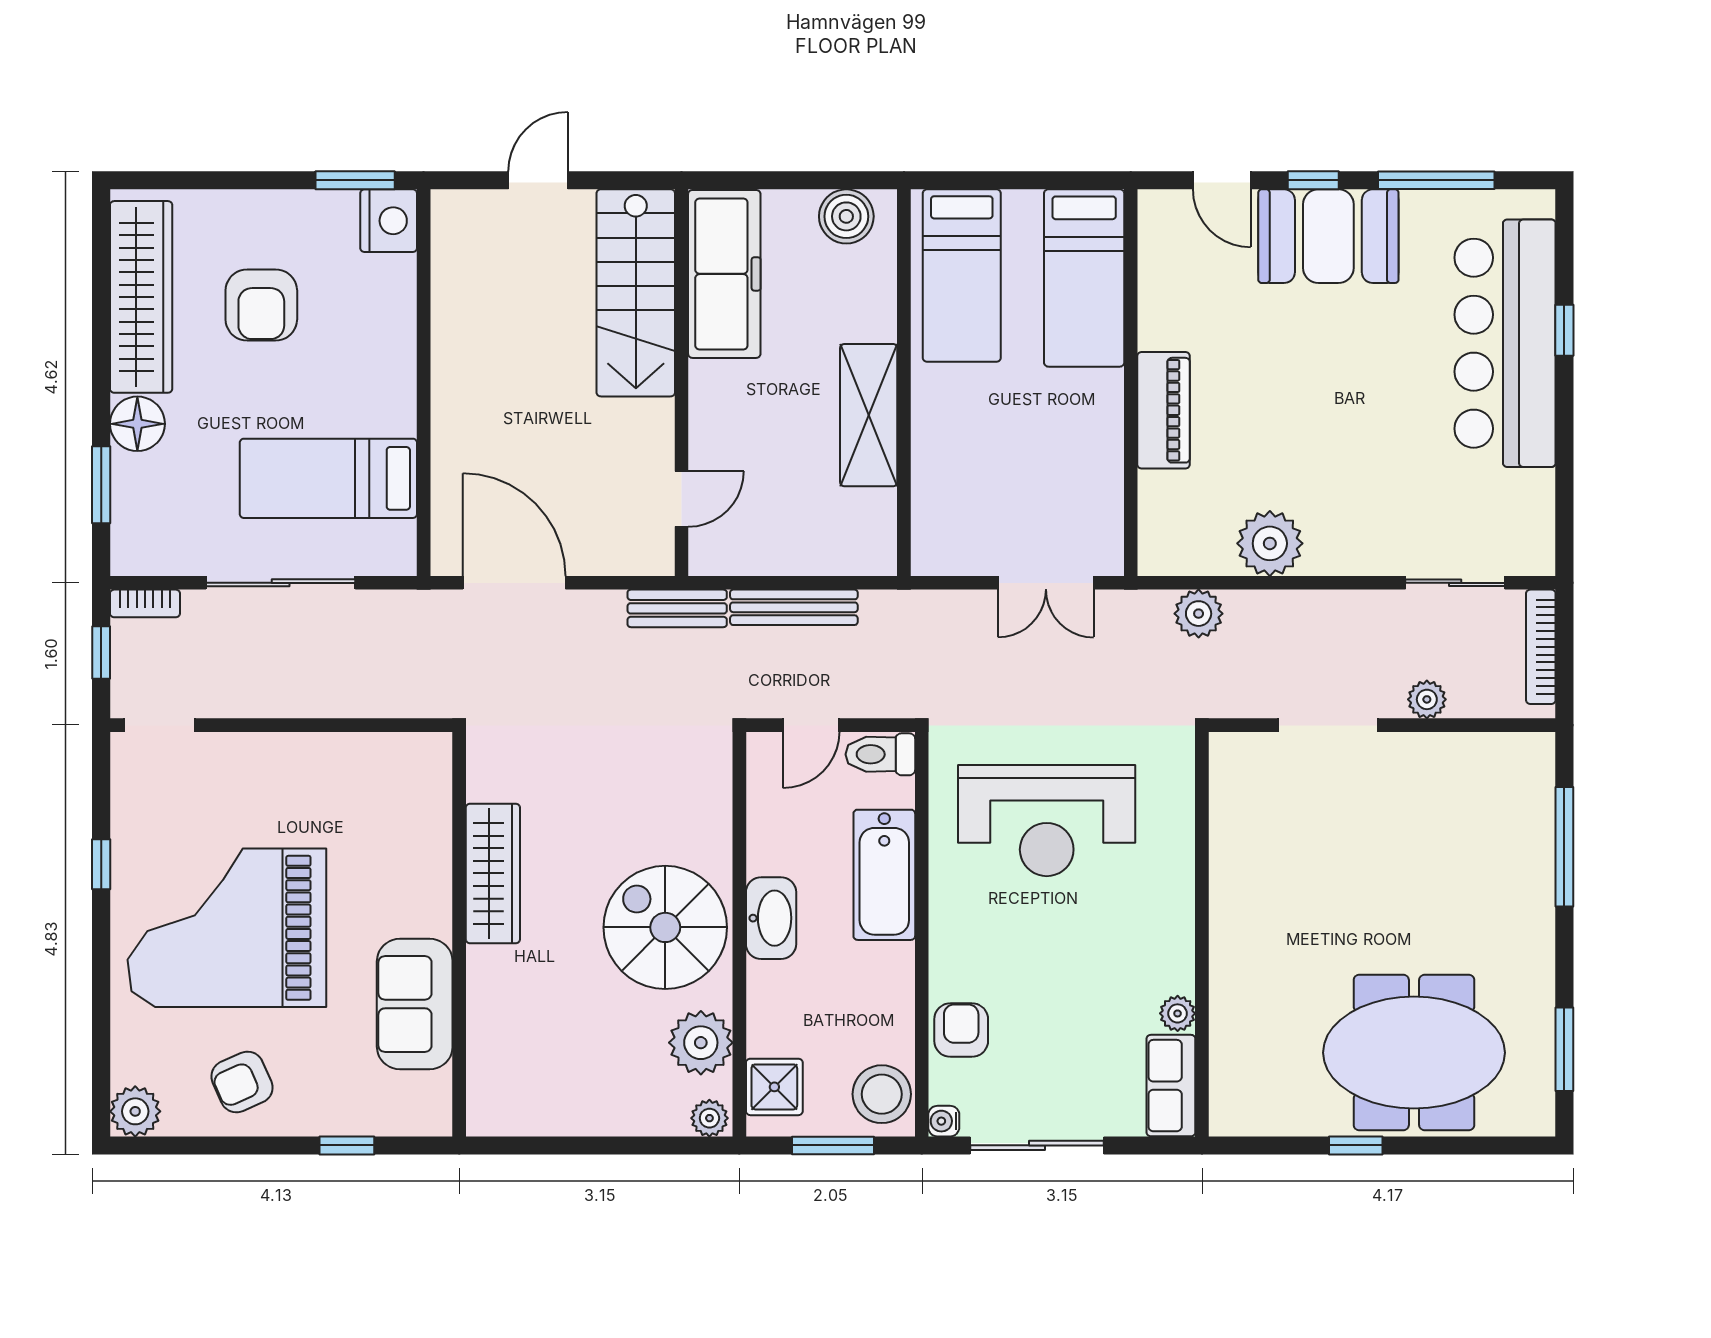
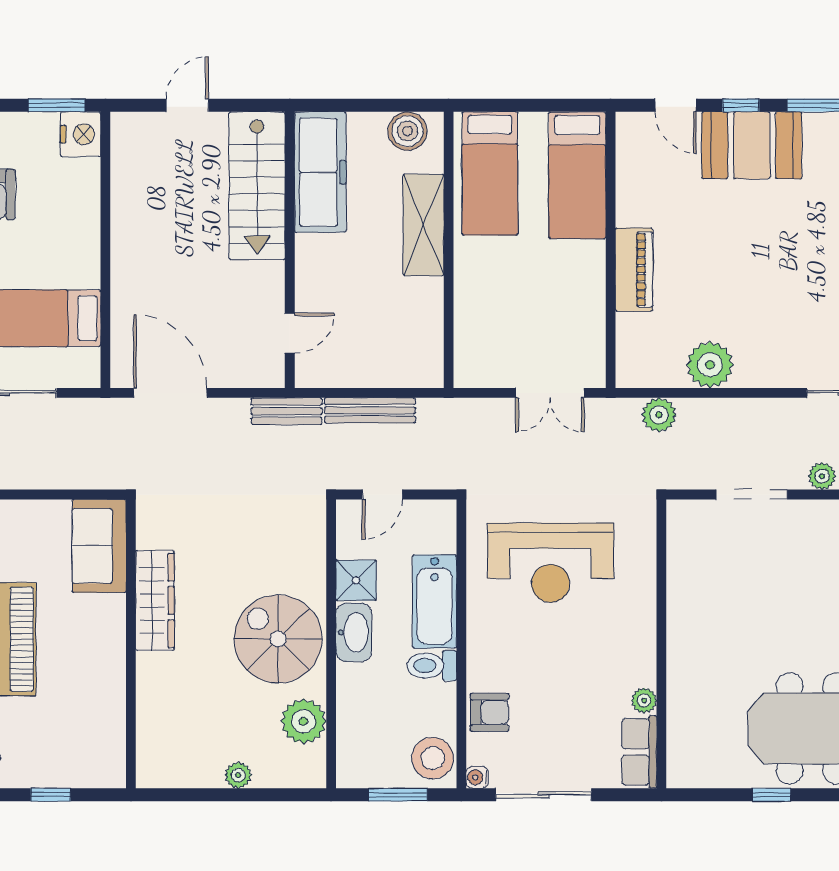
shelving: (869, 415) -> (423, 225), moved
toilet: (880, 754) -> (432, 666), moved
sofa: (415, 1004) -> (99, 546), moved
armchair: (961, 1030) -> (489, 712), turned 90
shower: (774, 1087) -> (356, 580), moved
plant: (709, 1118) -> (238, 775), moved

